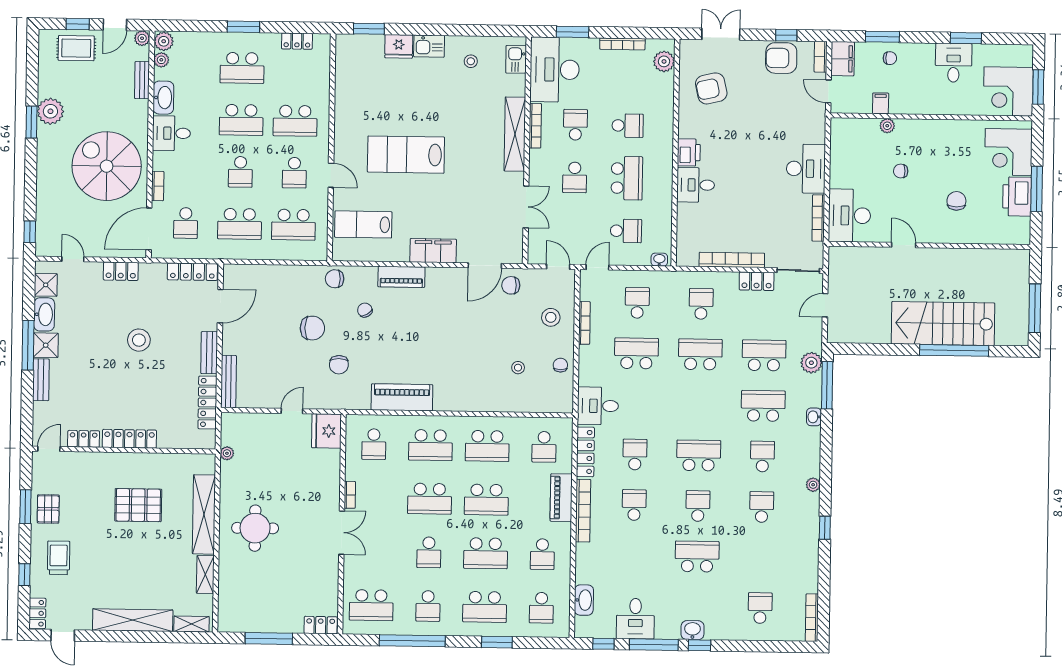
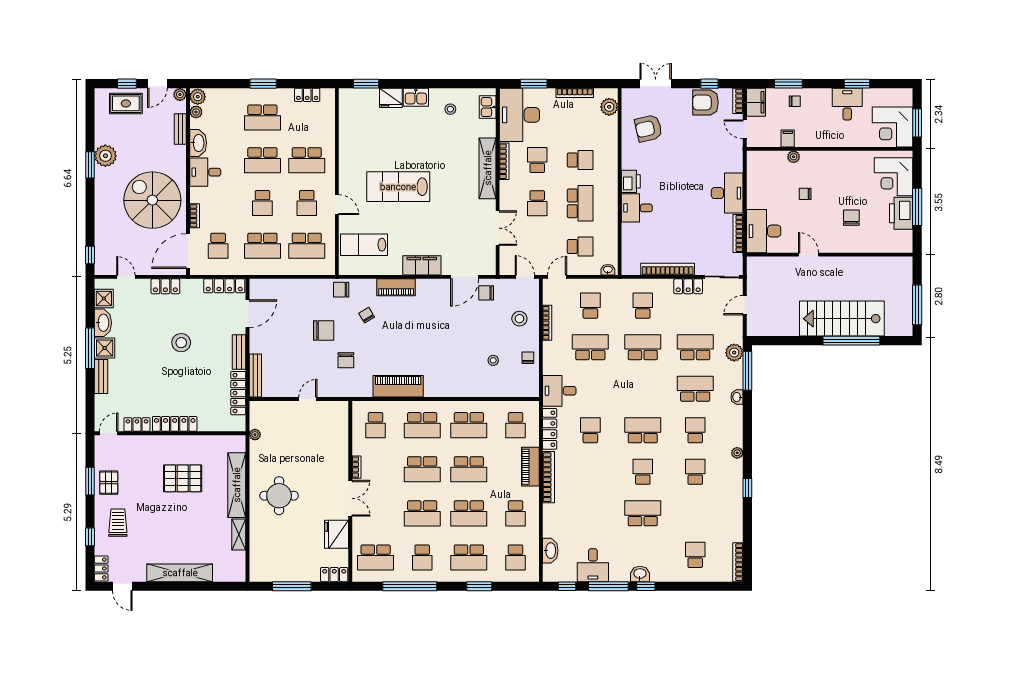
fridge: (326, 431) -> (337, 534), moved
school desk: (634, 505) -> (590, 472), removed
school desk: (429, 552) -> (422, 513), width x1.85
shelving: (191, 624) -> (228, 575), removed

